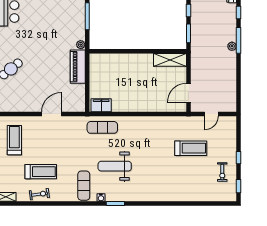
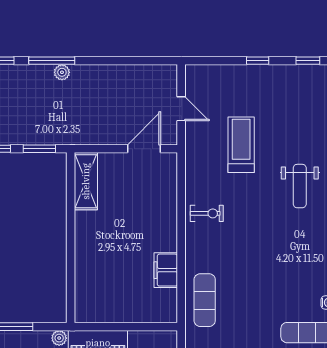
door: (188, 93) -> (144, 149), swing flipped
filing cabinet: (101, 105) -> (166, 270), moved
weight bench: (115, 166) -> (300, 186), moved, width x0.73, depth x0.75
exercise bike: (222, 172) -> (207, 213), moved

